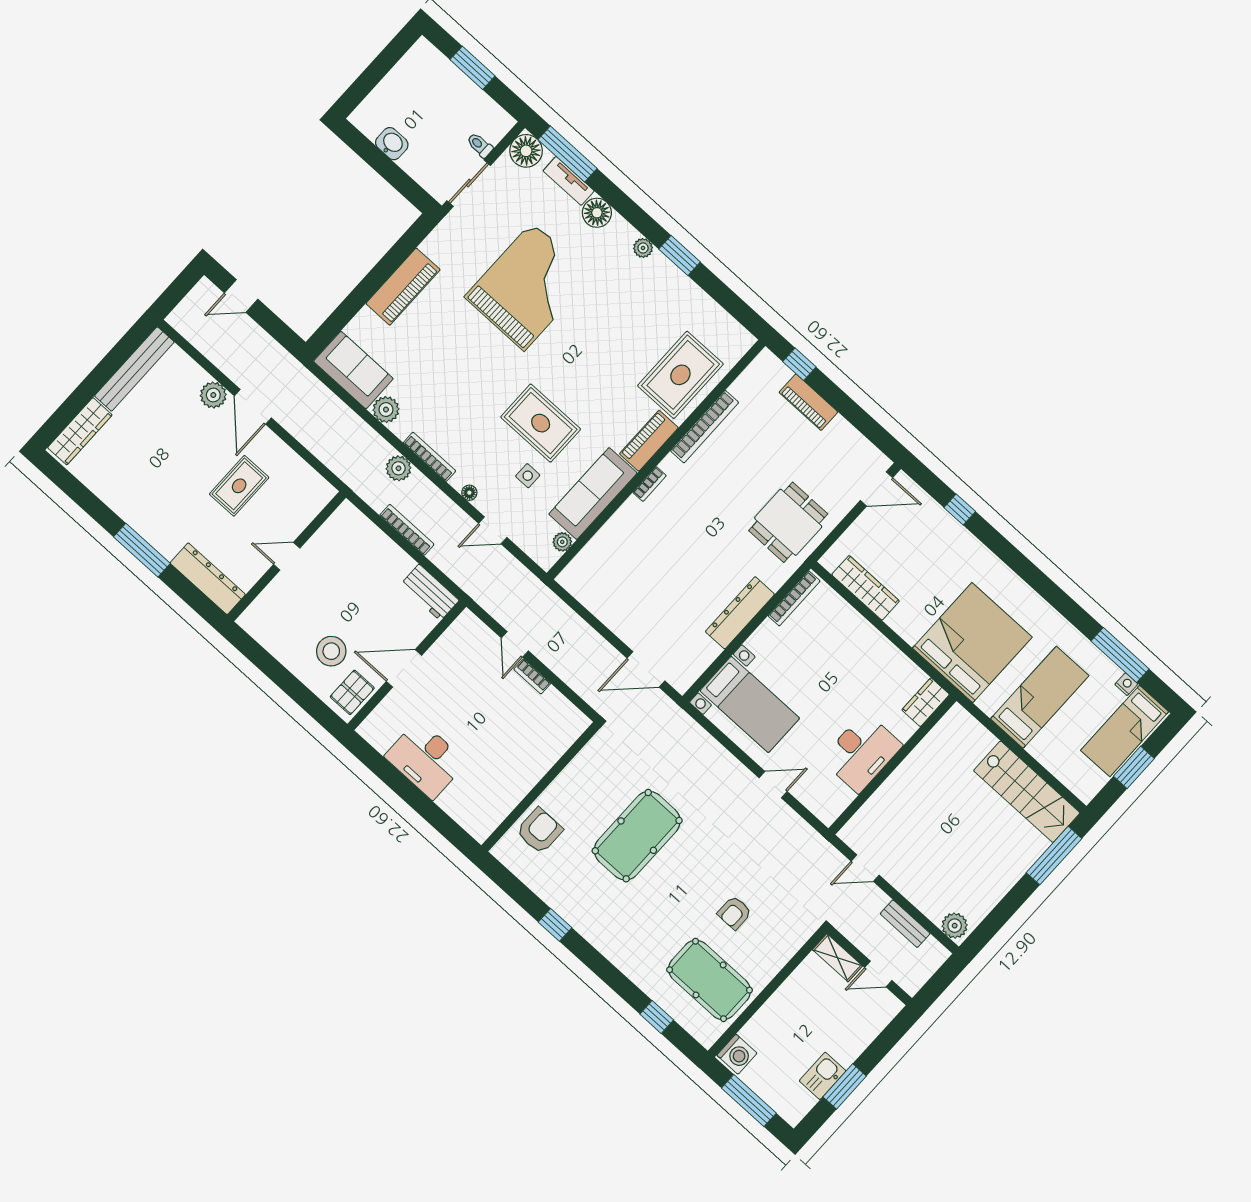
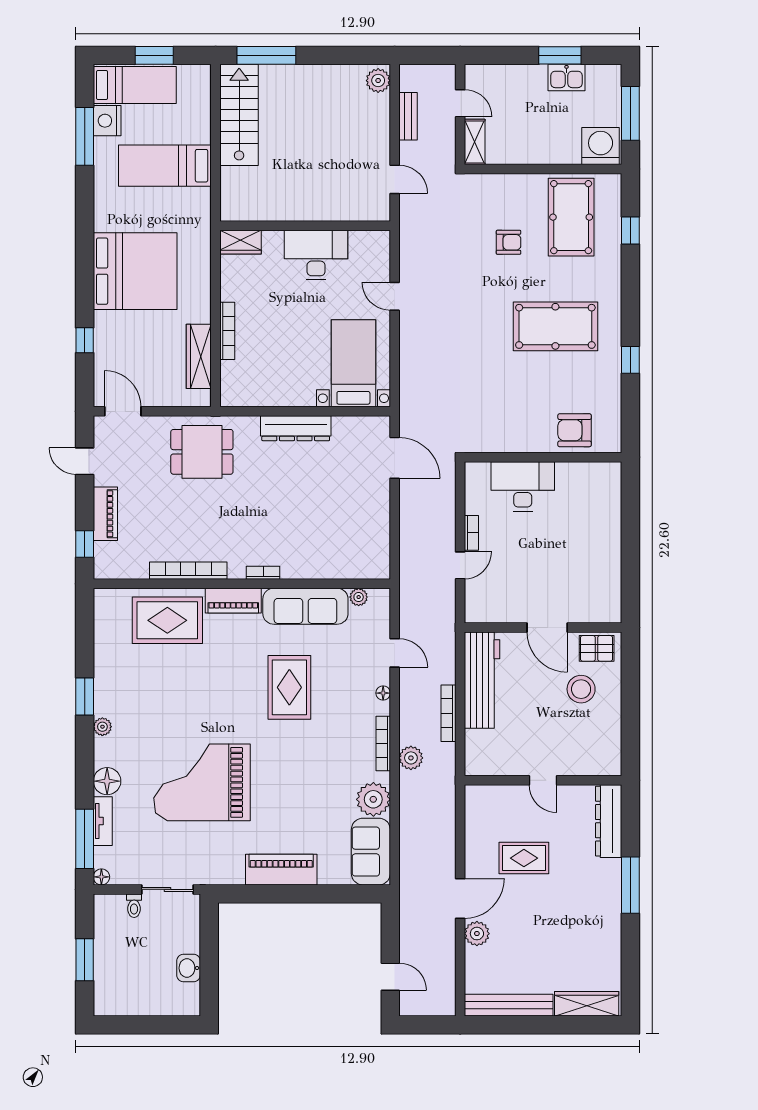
floor lamp: (526, 151) -> (101, 877), width x0.53, depth x0.53
plant: (386, 410) -> (373, 799), width x1.36, depth x1.36
door: (864, 423) -> (85, 461), added
side table: (528, 476) -> (334, 663), removed
workbench: (430, 592) -> (482, 680), width x1.88, depth x1.32
bookcase: (794, 598) -> (227, 331), moved, turned 90
bed: (972, 643) -> (135, 271), moved, turned 180
nightstand: (1126, 684) -> (107, 121), width x1.89, depth x1.79
desk: (426, 759) -> (523, 486), moved, turned -90
pool table: (637, 836) -> (555, 326), moved
washing machine: (737, 1054) -> (601, 146), width x1.37, depth x1.37

